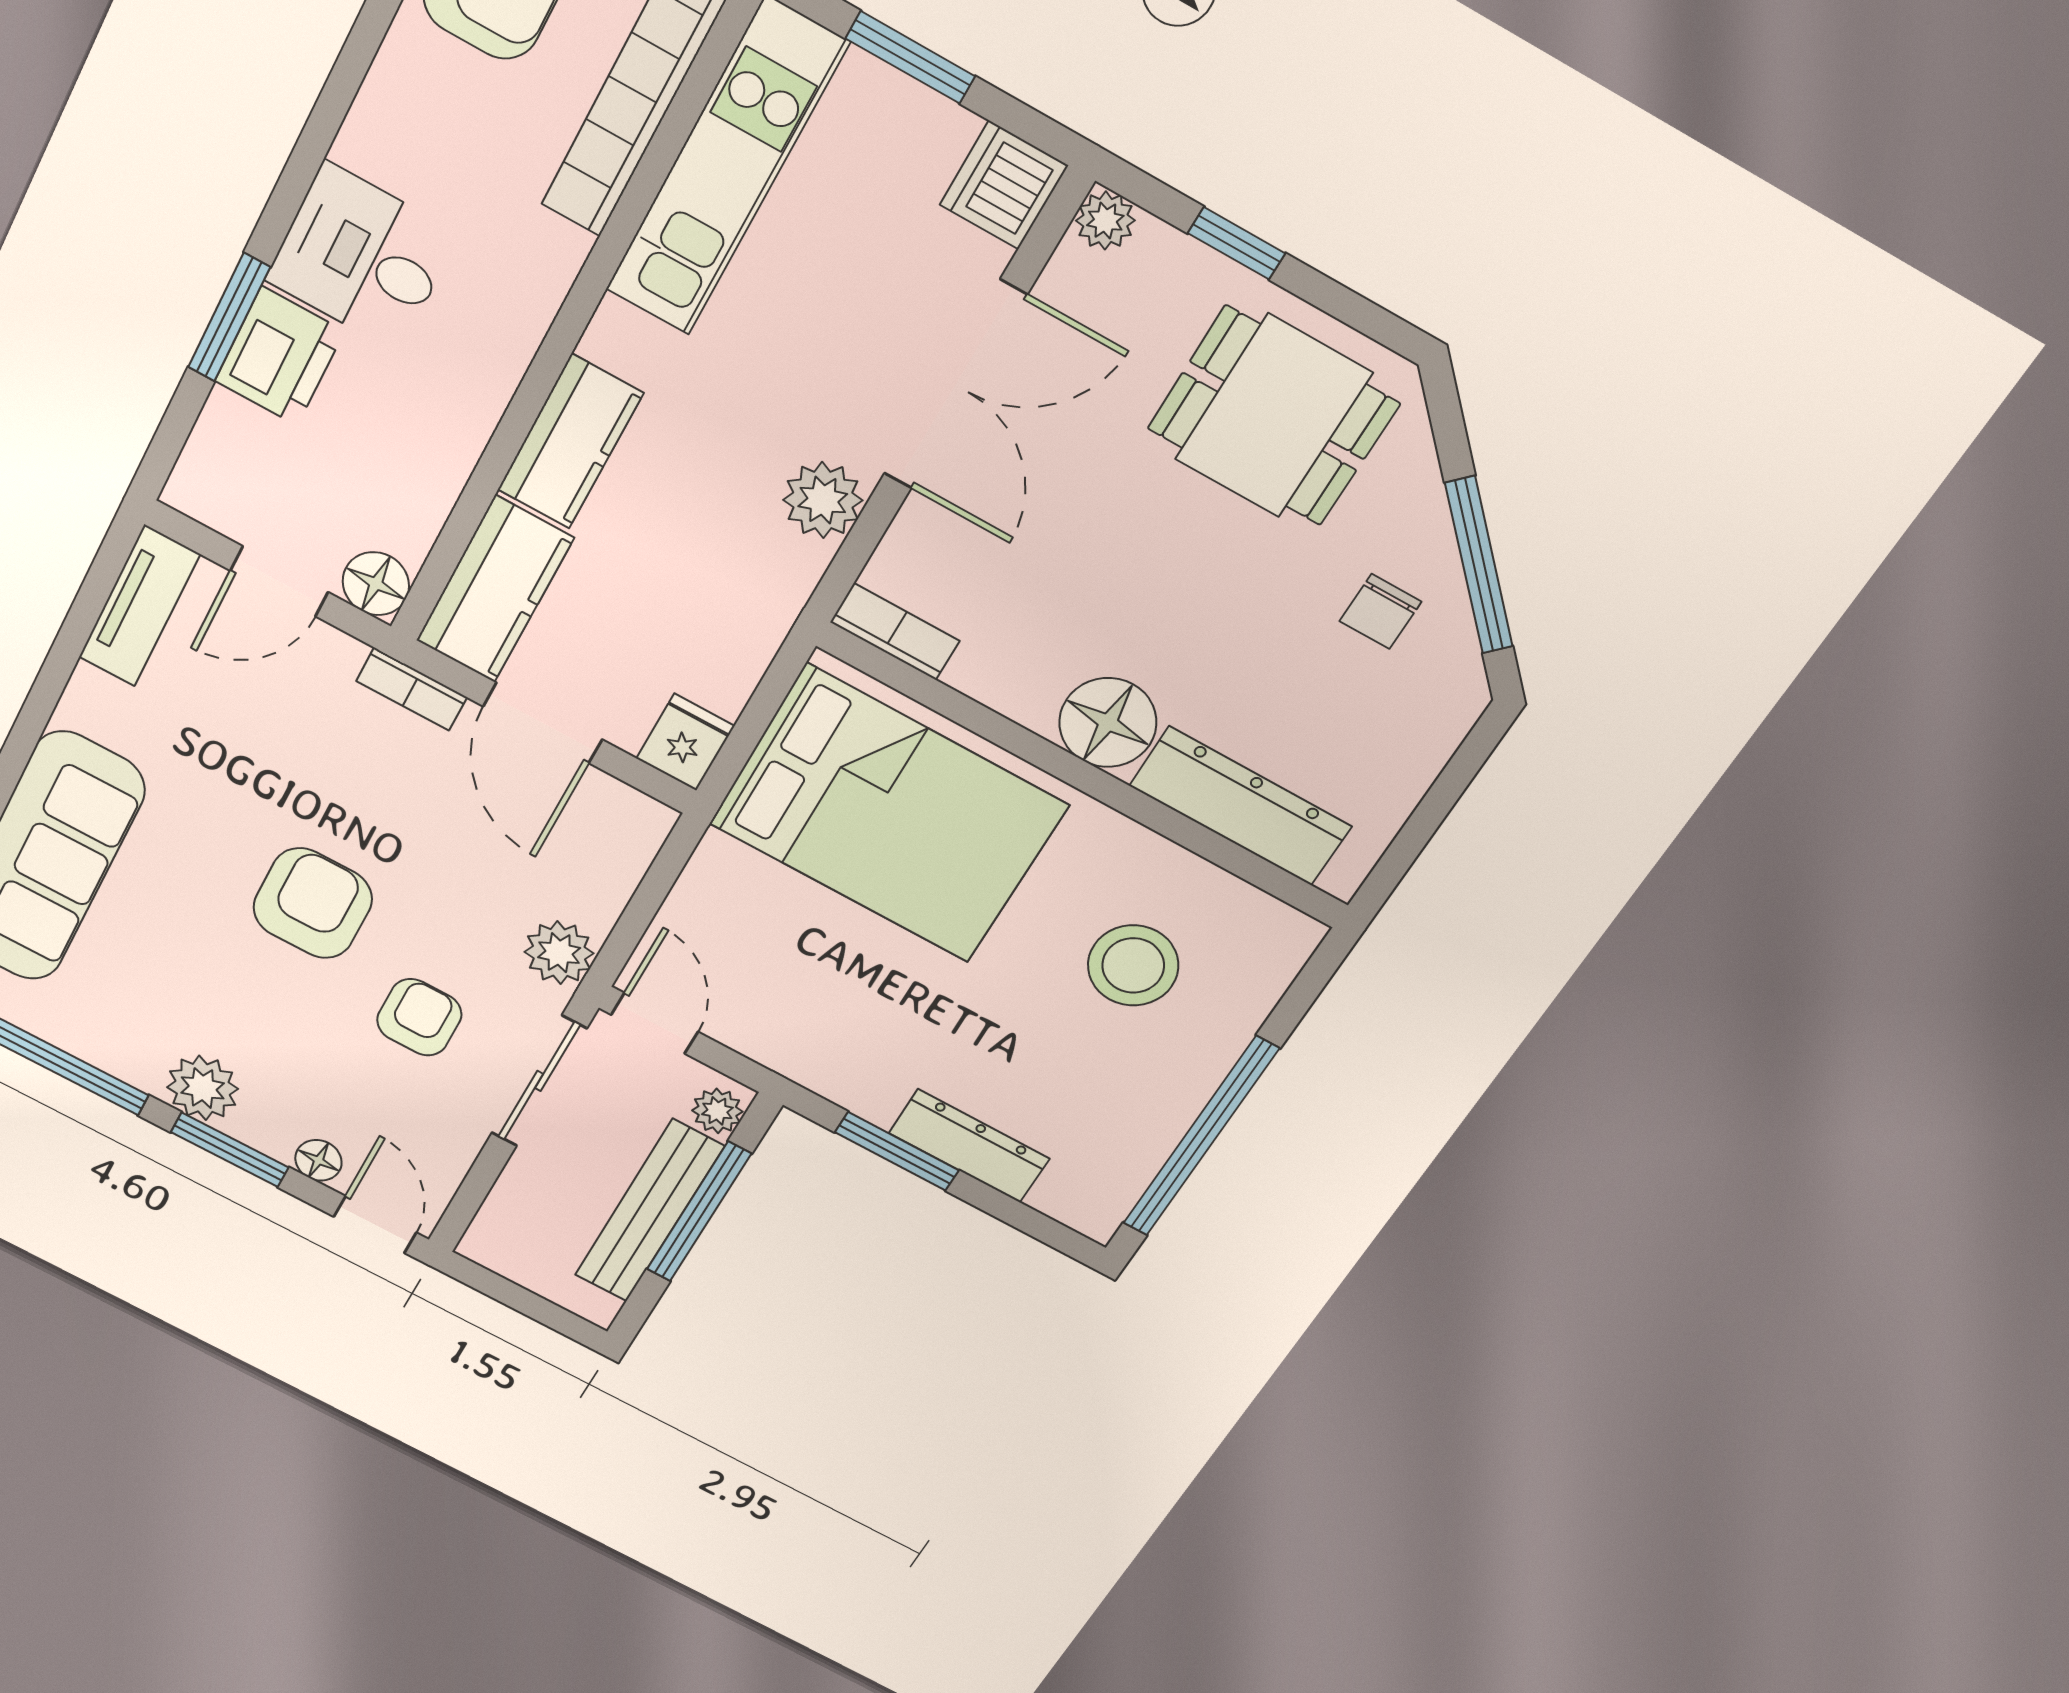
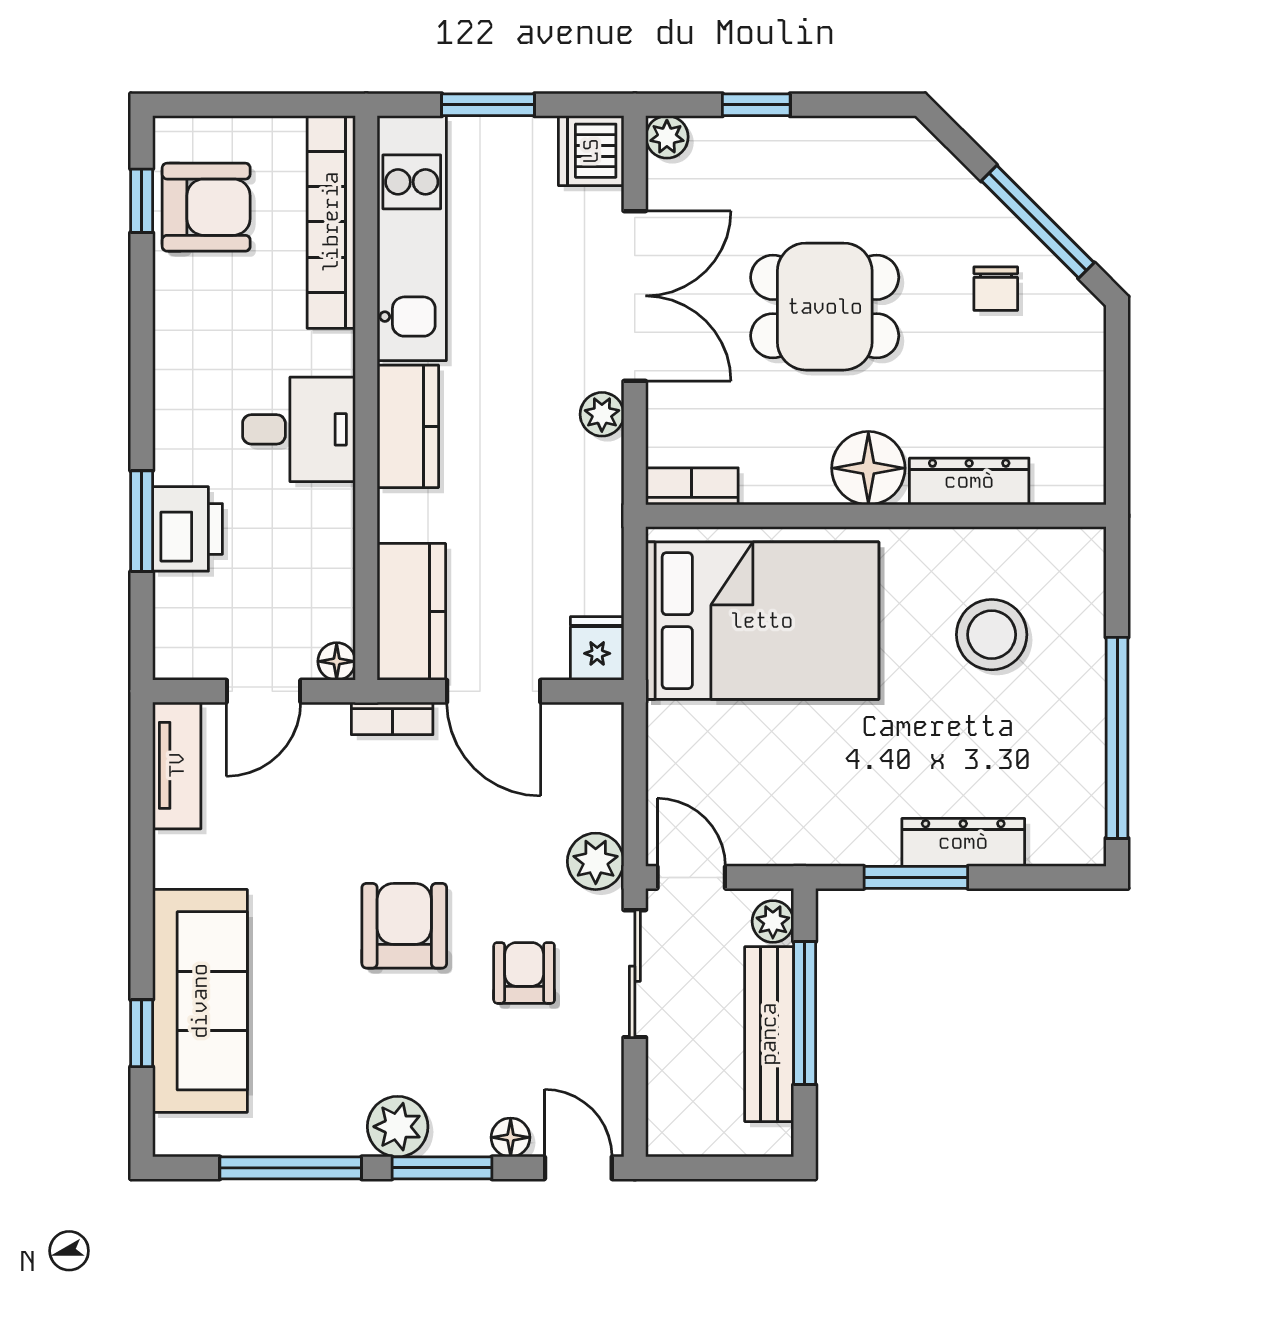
desk: (362, 257) -> (299, 429), moved, turned 180
dining table: (1273, 416) -> (825, 307), moved
kitchen counter: (570, 442) -> (408, 426), moved
plant: (823, 500) -> (602, 414), width x0.73, depth x0.73
floor lamp: (376, 584) -> (337, 661), width x0.73, depth x0.73
dresser: (1241, 806) -> (969, 481), width x0.73, depth x0.80

